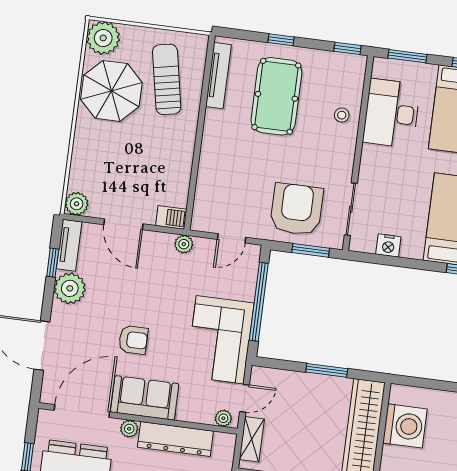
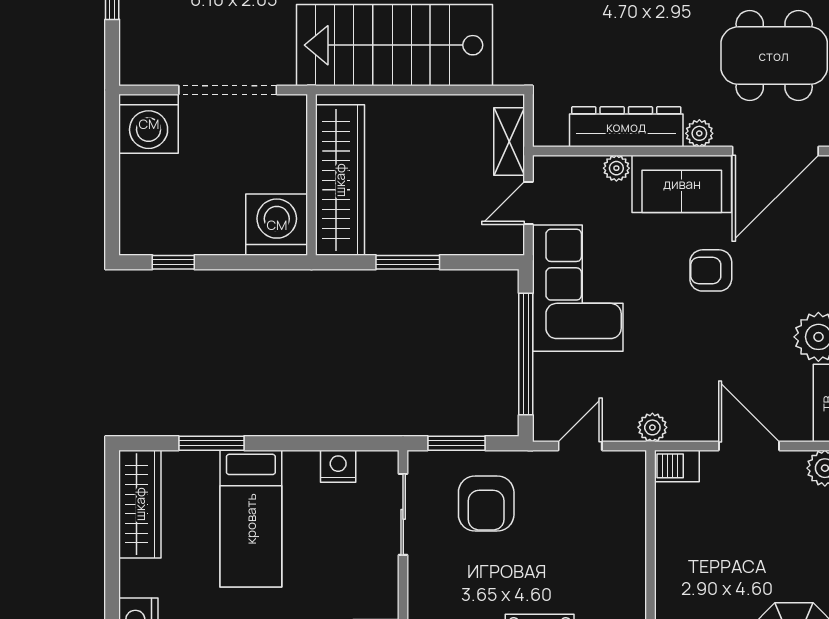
armchair: (297, 209) -> (486, 503), width x0.73, depth x0.73
plant: (223, 418) -> (616, 168), moved
washing machine: (405, 426) -> (277, 225), moved, turned 90

